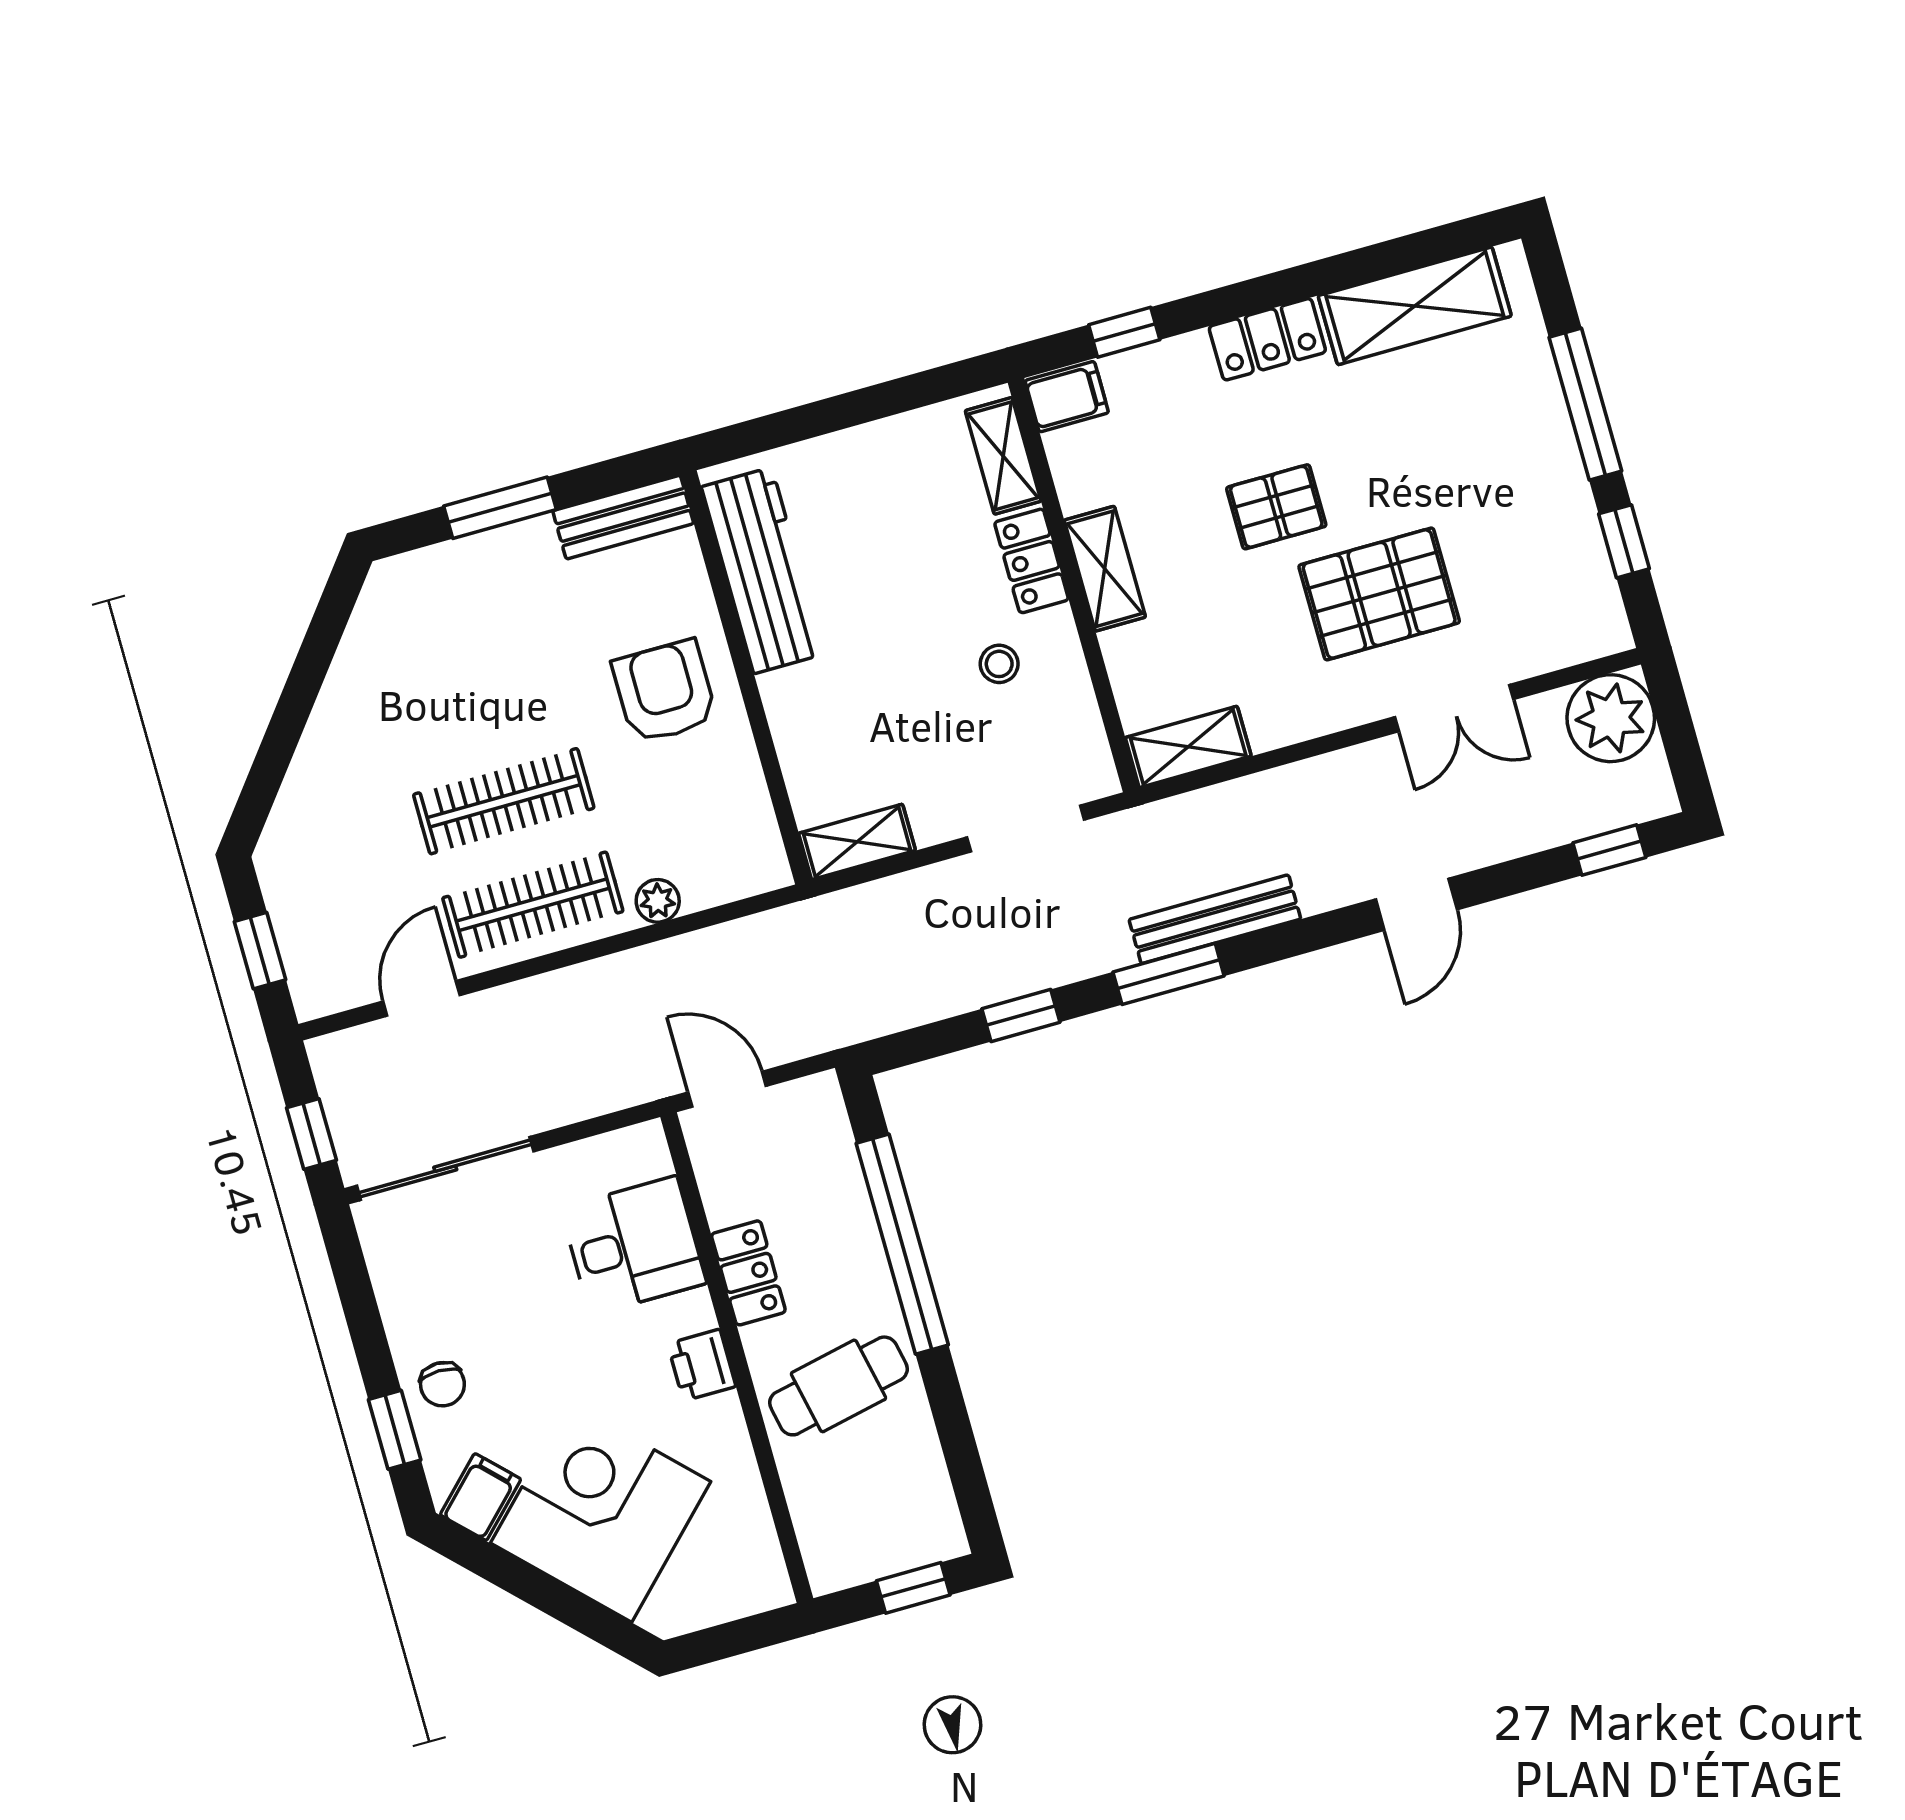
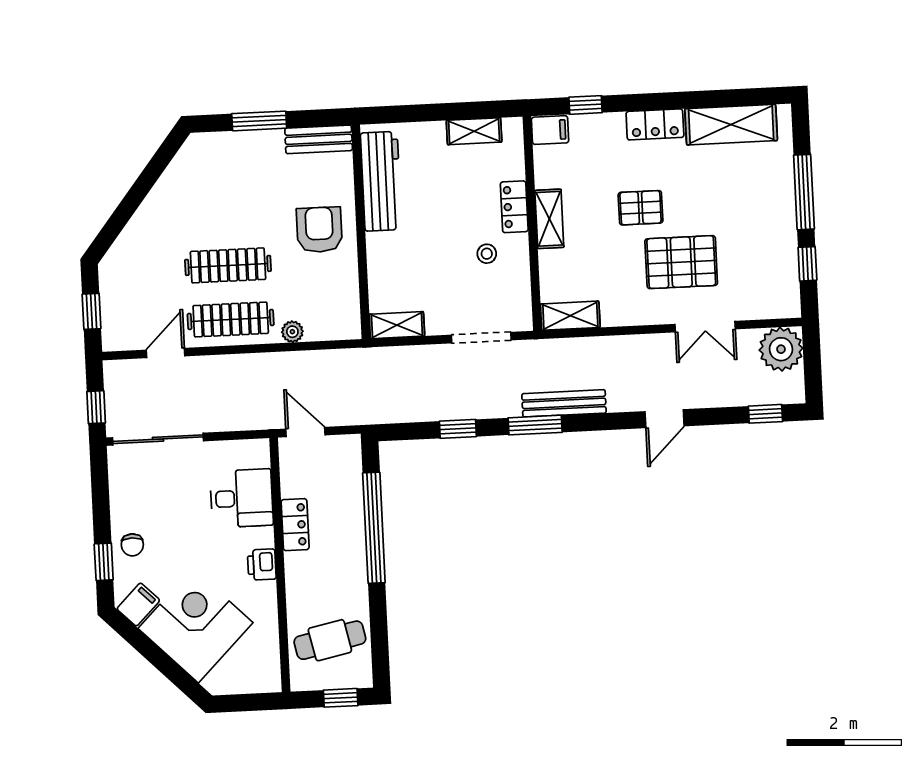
shelving: (1003, 456) -> (474, 131), moved, turned 90
cafe table: (838, 1386) -> (330, 640), moved

